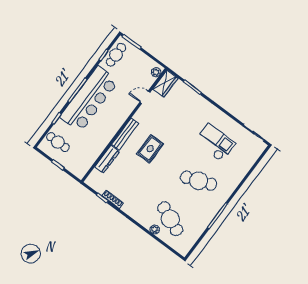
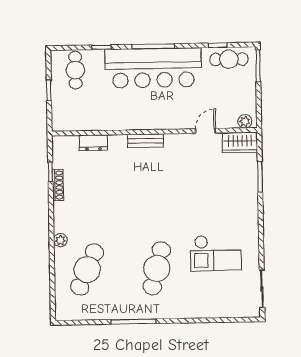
door: (145, 97) -> (206, 131), hinge flipped
bench: (125, 134) -> (145, 141), width x0.73
checkout: (215, 143) -> (216, 253), turned 90
rug: (150, 149) -> (151, 183), removed
dresser: (107, 159) -> (93, 143), width x0.70
cafe table: (199, 181) -> (157, 268), turned 36
plant: (155, 229) -> (60, 240), moved

